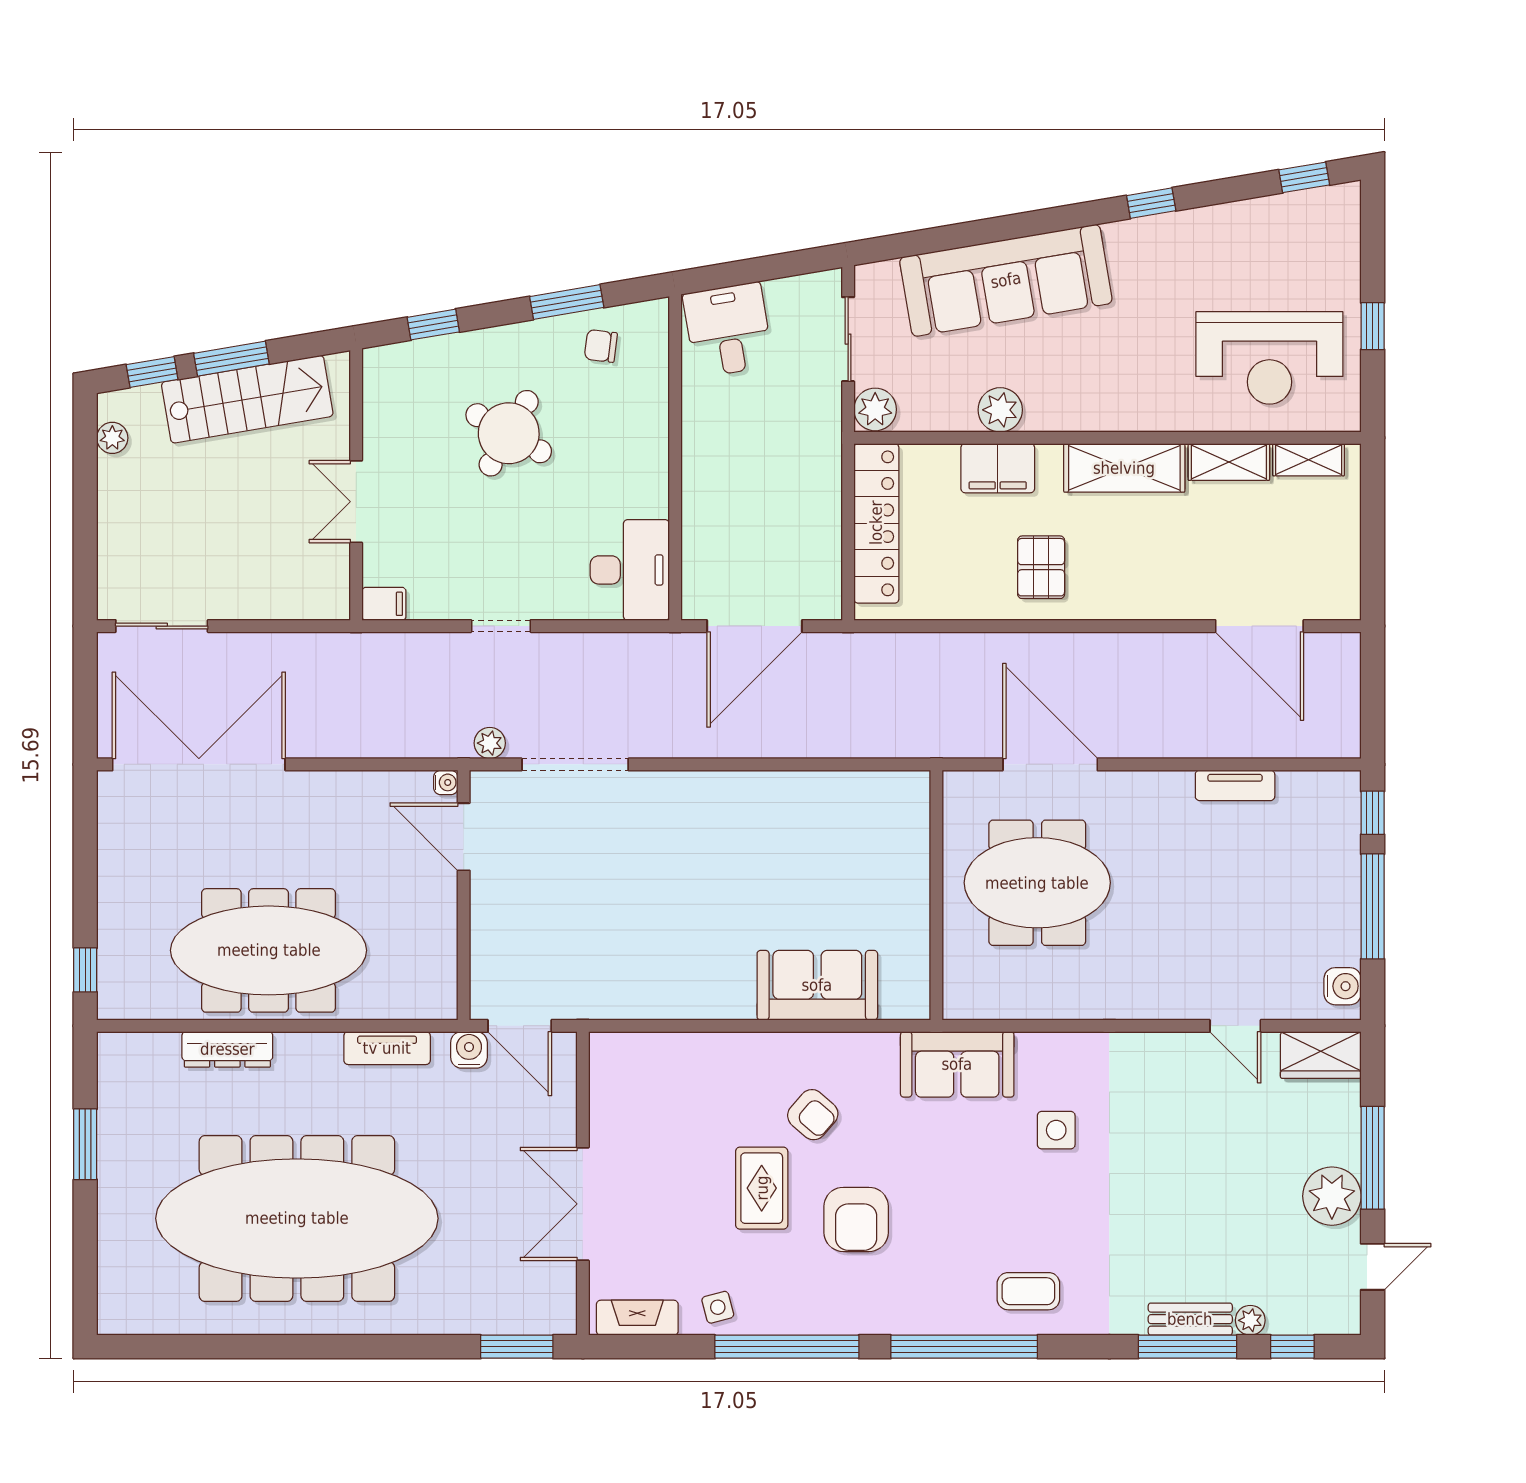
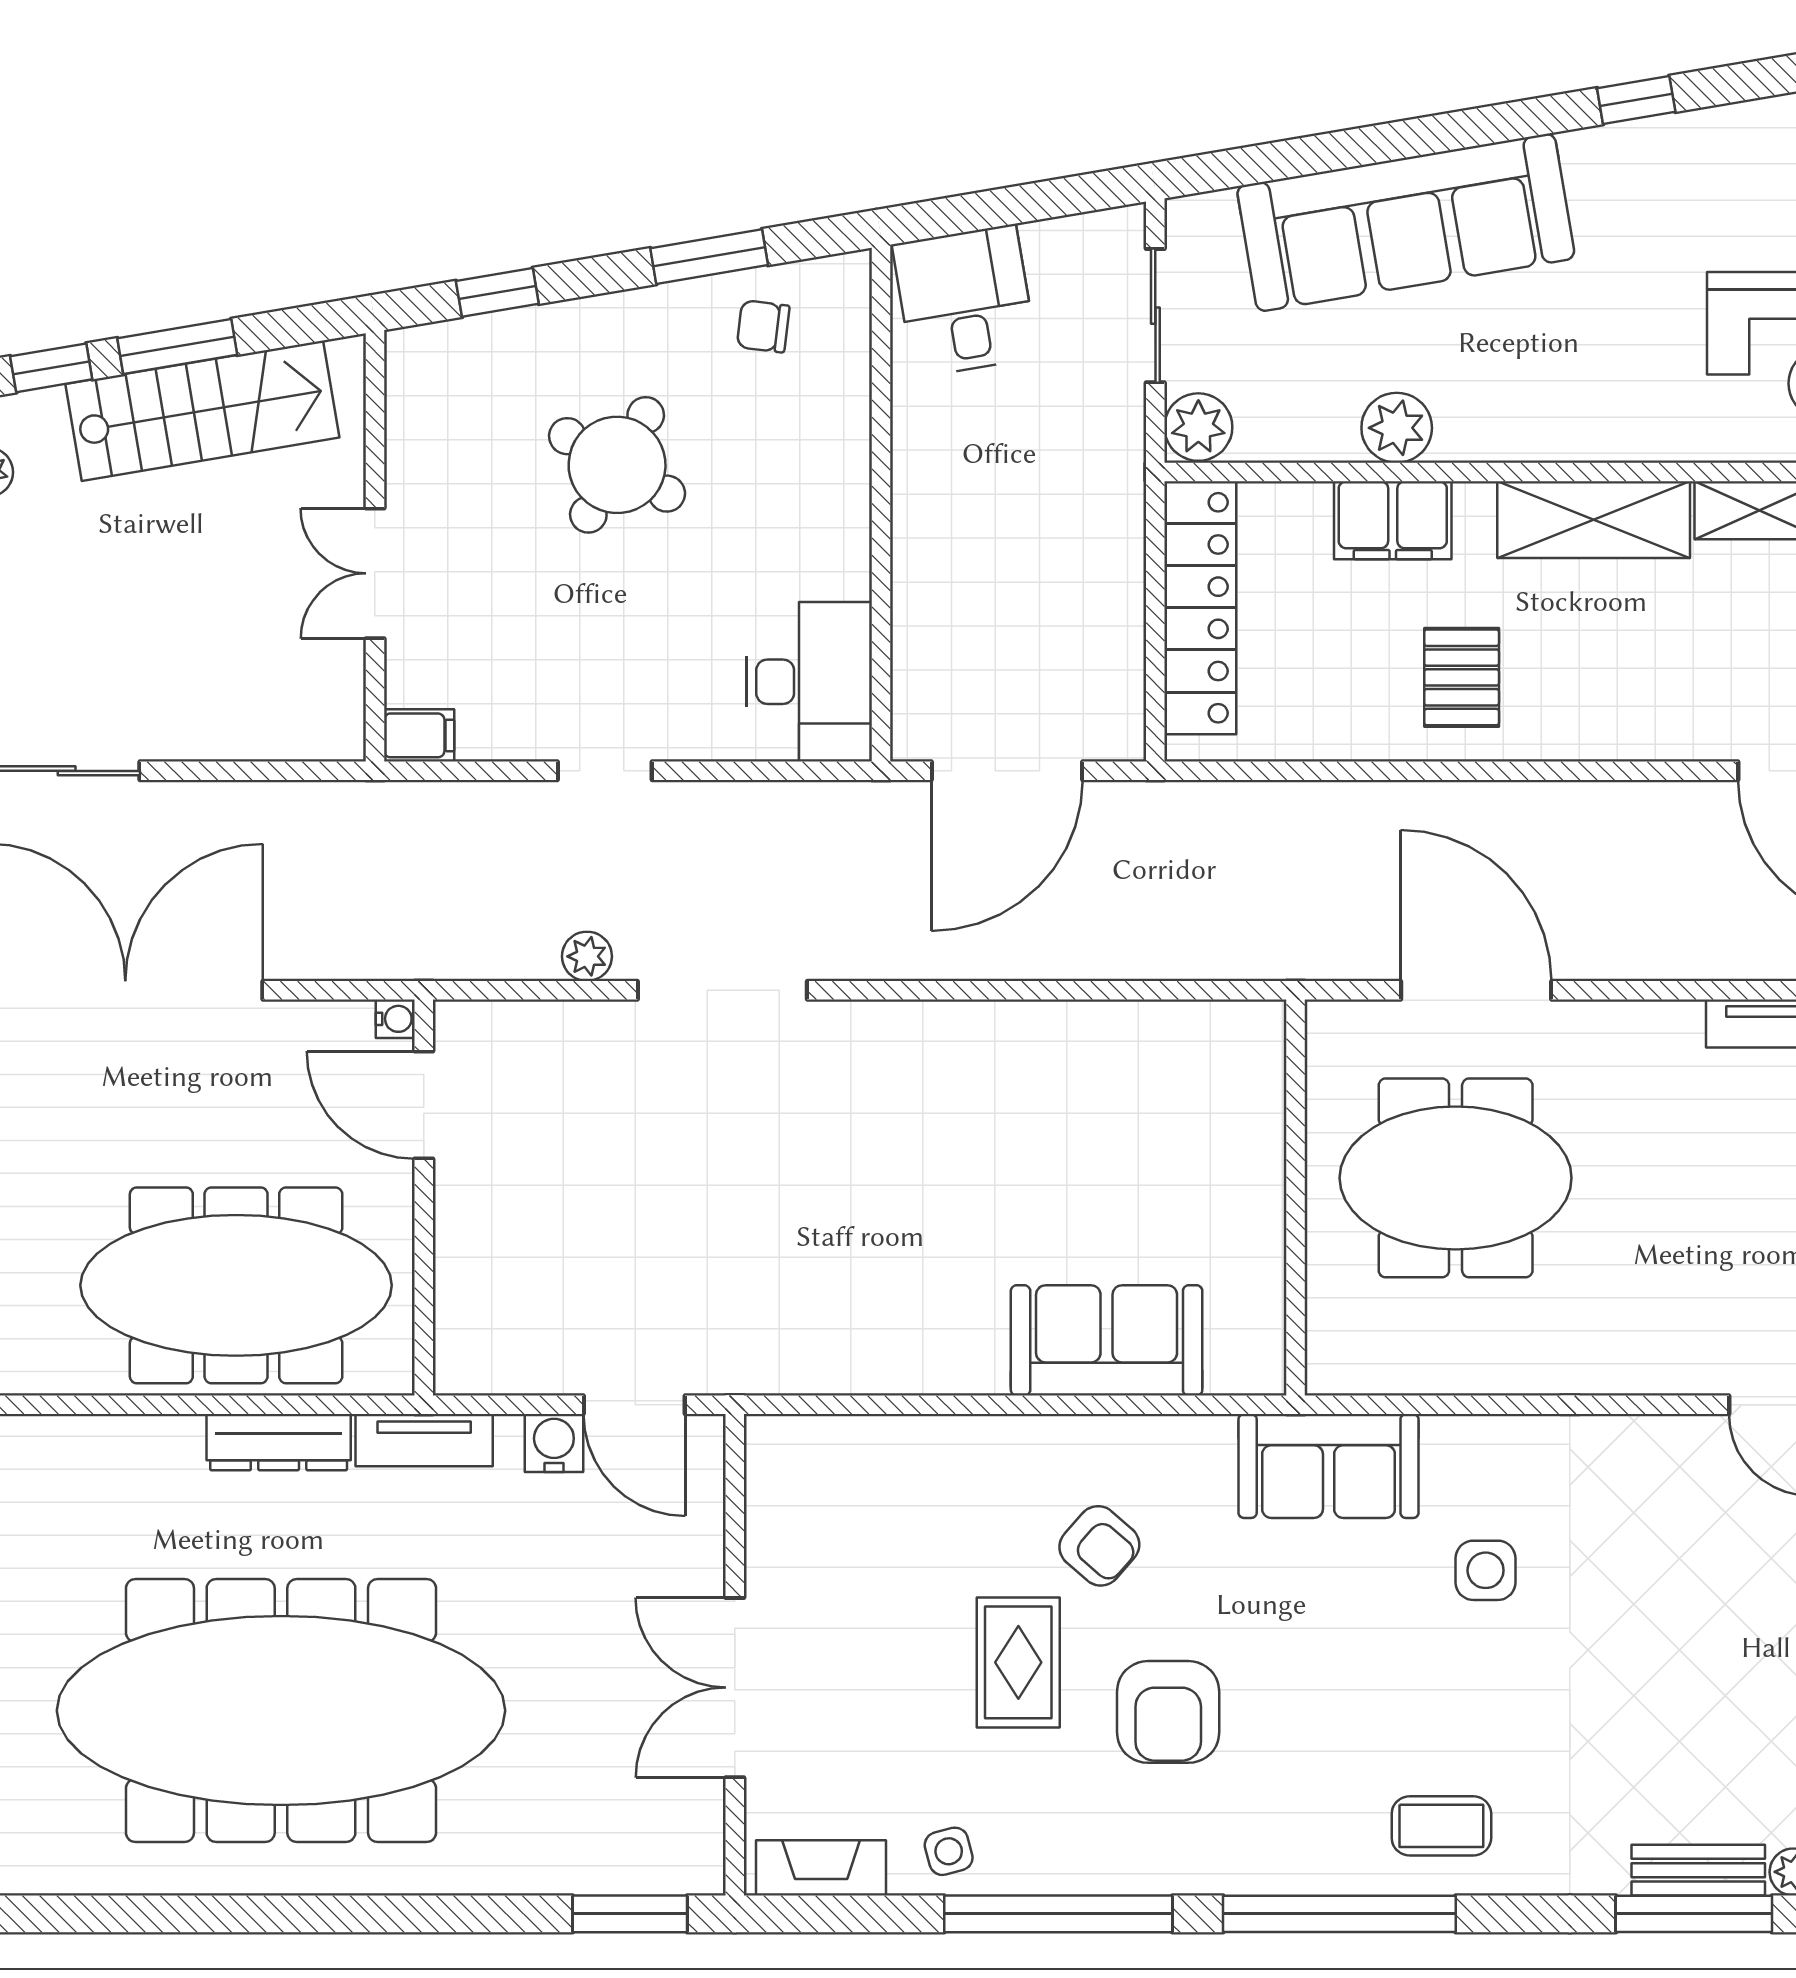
water cooler: (446, 782) -> (395, 1019), moved
door: (464, 837) -> (424, 1105), moved
wall: (464, 895) -> (424, 1198), moved
dresser: (227, 1049) -> (279, 1442), moved

